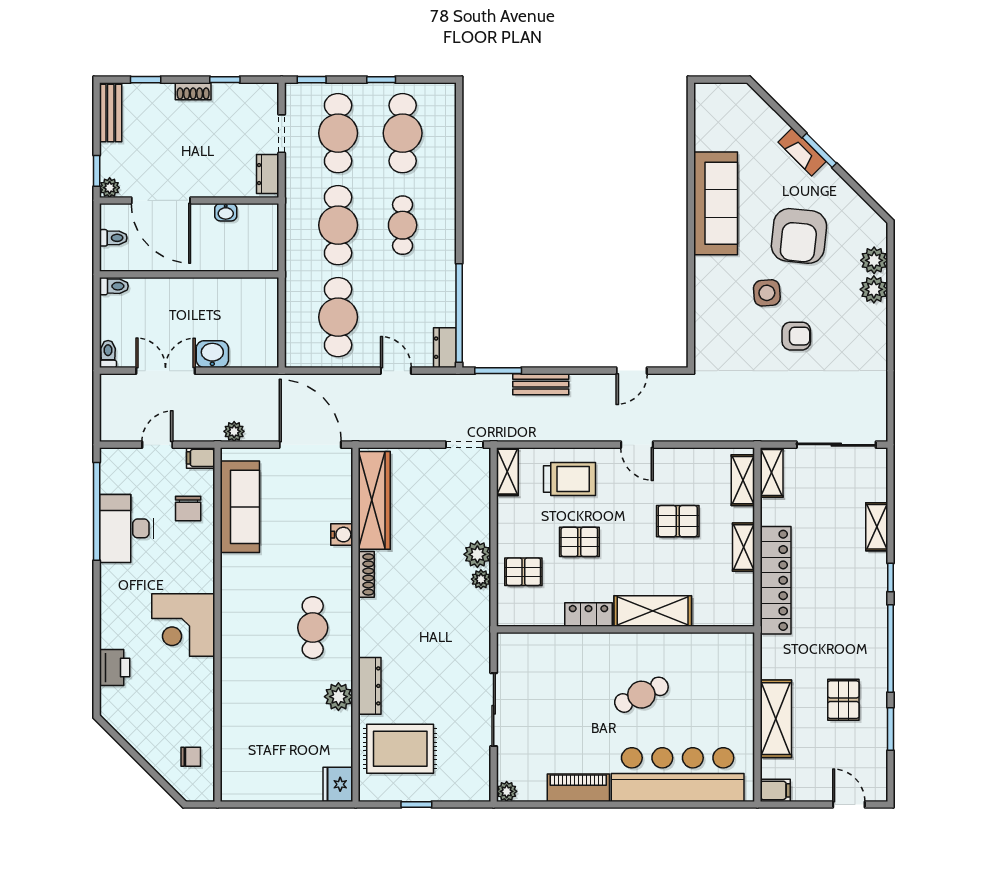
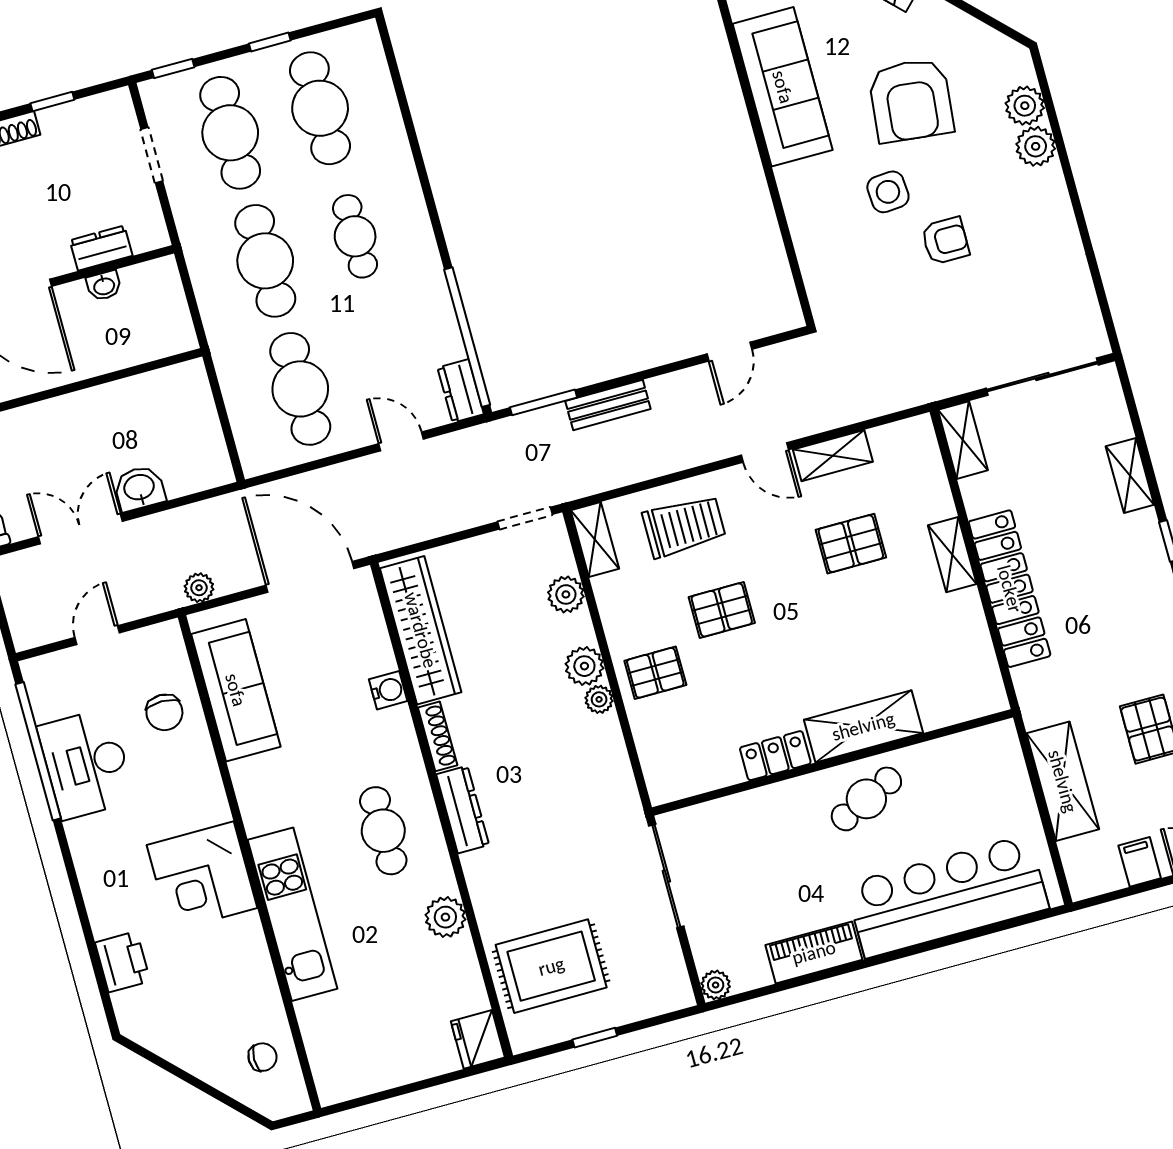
dresser: (268, 174) -> (101, 248), moved, turned 90
filing cabinet: (201, 458) -> (163, 637), removed
shelving: (743, 480) -> (833, 456), moved, turned 90
plant: (478, 503) -> (566, 594), added
shelving: (653, 611) -> (863, 726), moved
locker: (588, 615) -> (775, 756), moved
wall: (625, 629) -> (832, 762), moved
kitchen unit: (237, 667) -> (292, 914), added
dresser: (370, 686) -> (463, 810), moved
filing cabinet: (775, 790) -> (1140, 862), moved, turned -90

